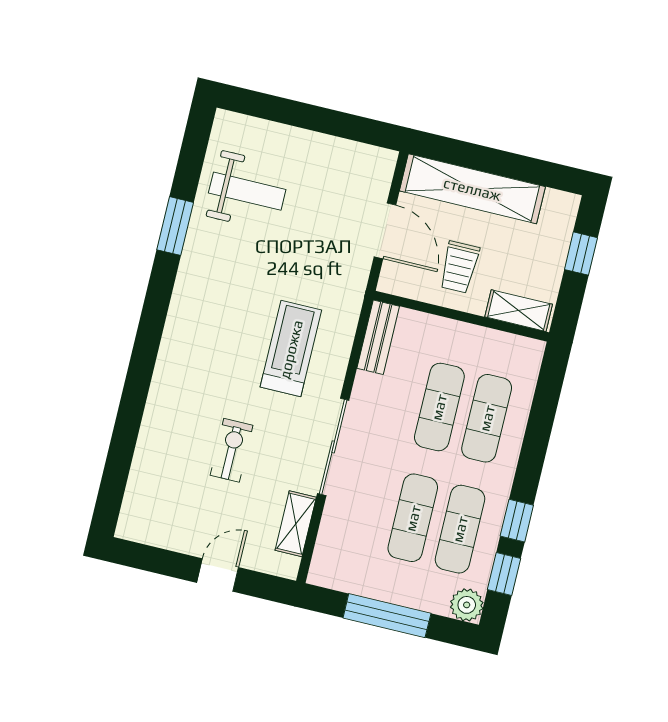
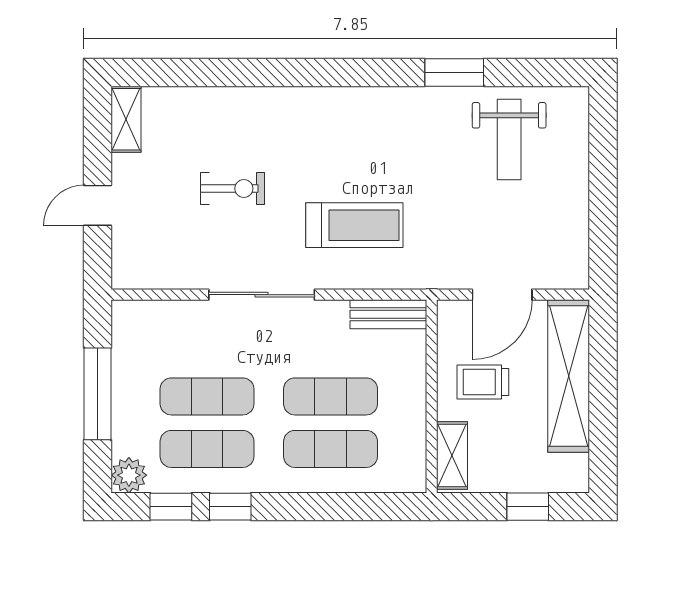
shelving: (296, 524) -> (126, 119), moved, turned 90
door: (218, 575) -> (97, 205), swing flipped

